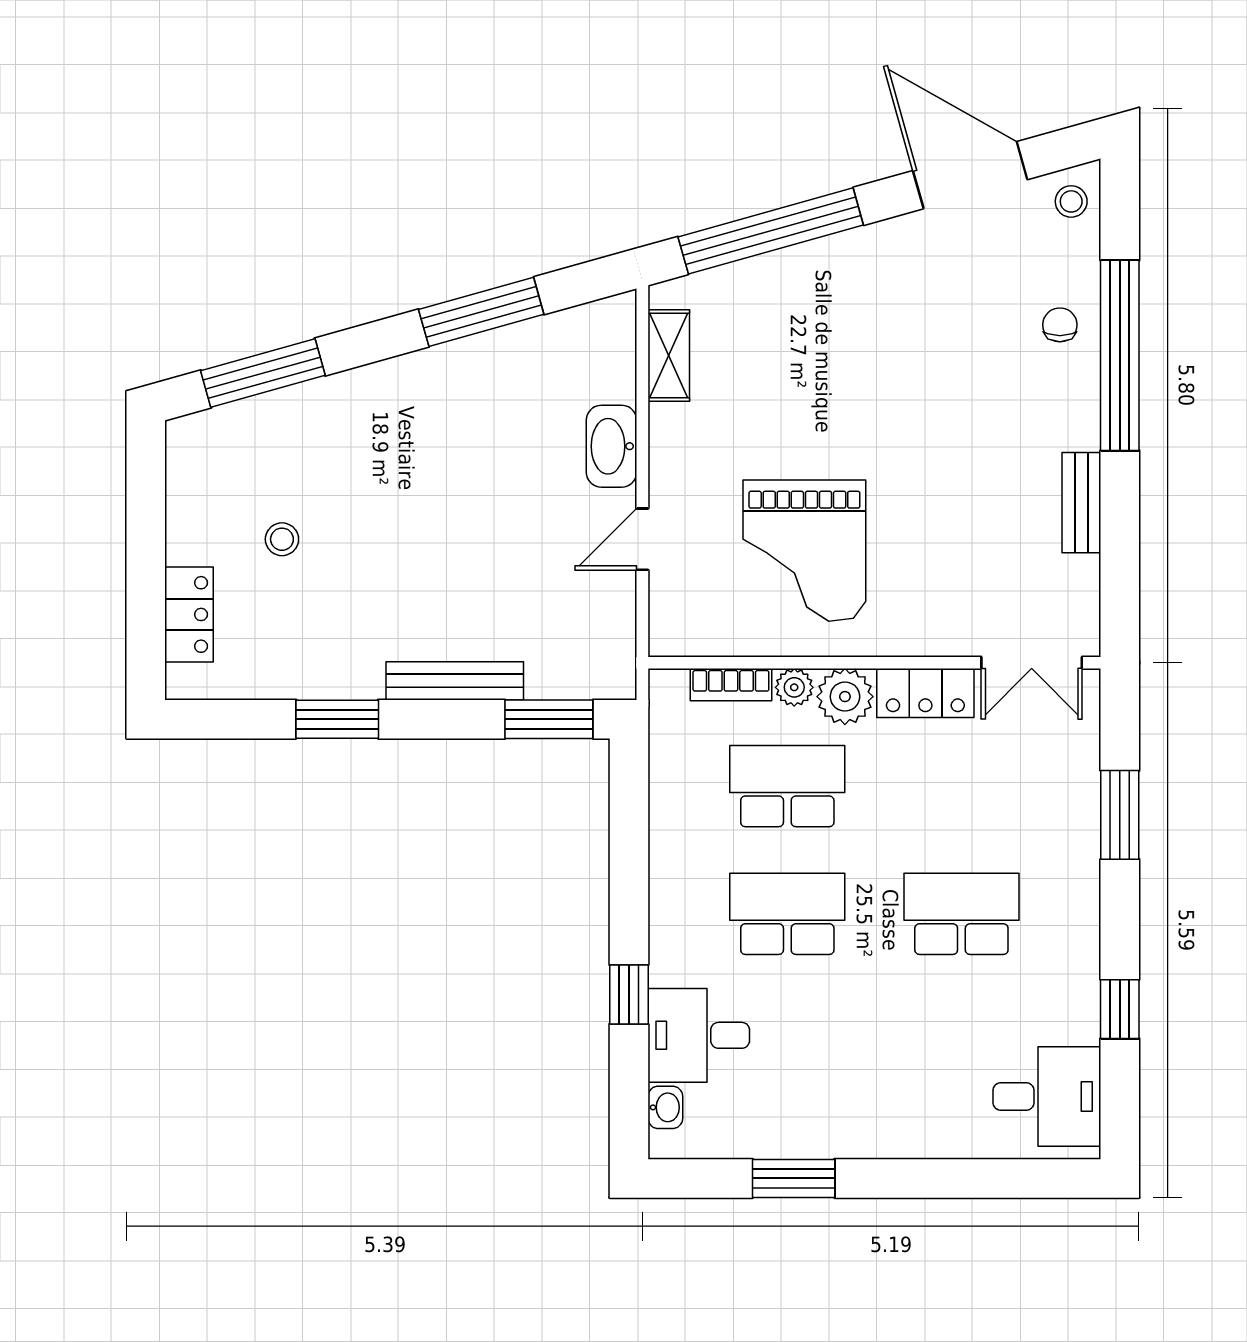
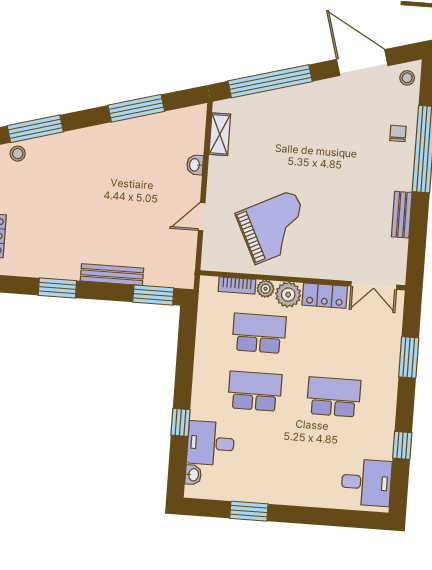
washbasin: (612, 446) -> (195, 165), width x0.52, depth x0.69
stool: (282, 539) -> (18, 154), moved
grand piano: (804, 551) -> (275, 227), turned -116

